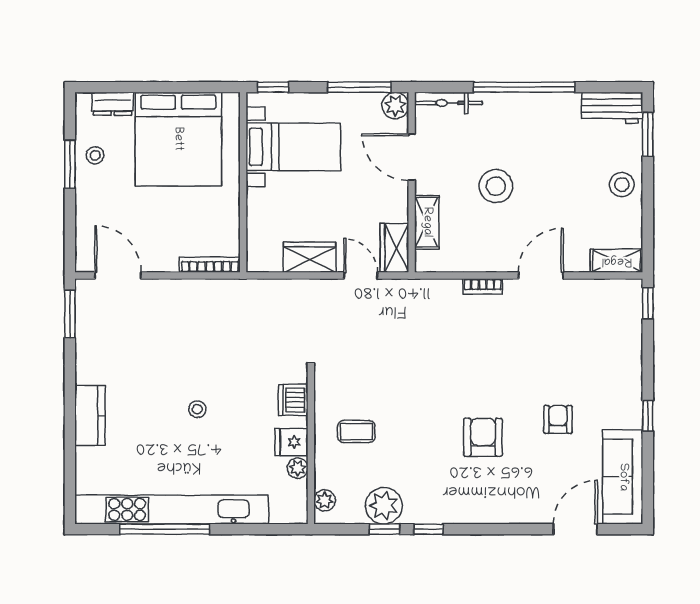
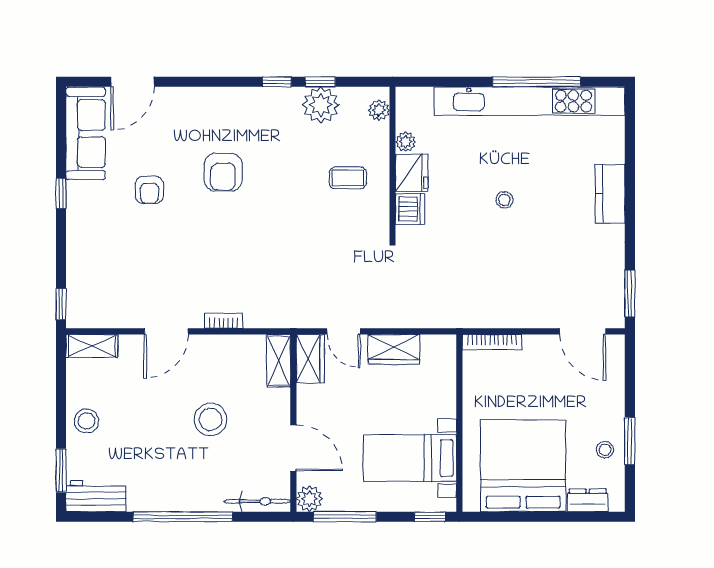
shelving: (427, 222) -> (279, 361), moved
fridge: (292, 442) -> (412, 173), width x1.38

